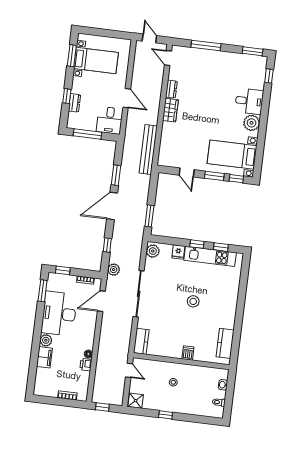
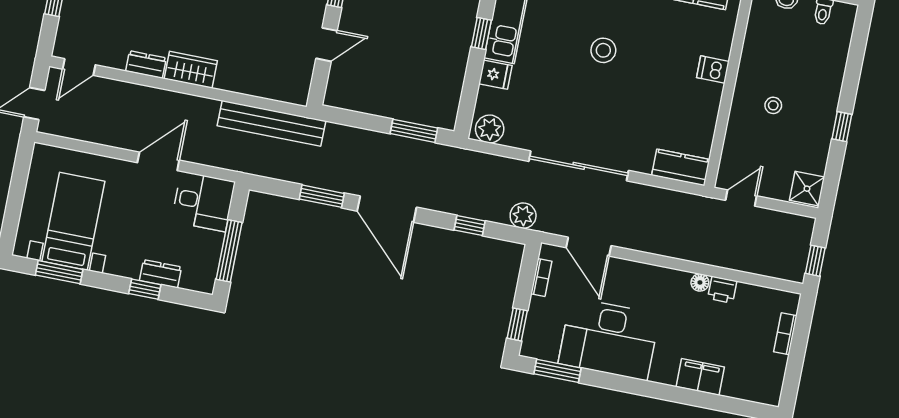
plant: (46, 340) -> (664, 371), removed

